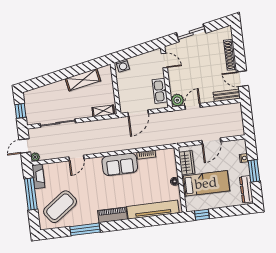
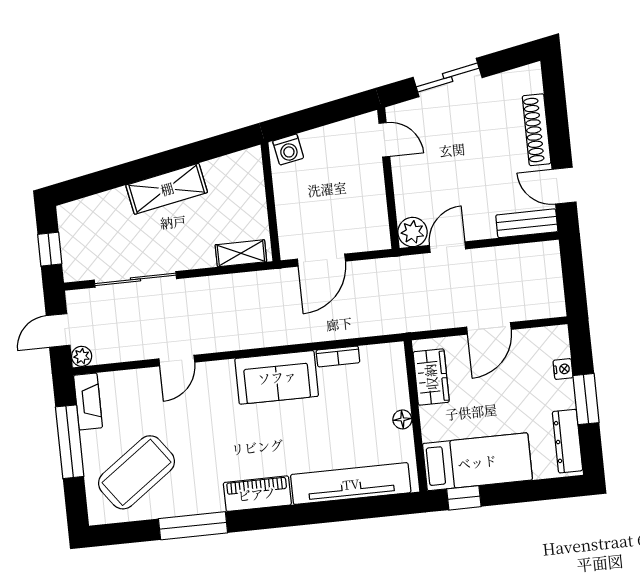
shelving: (83, 80) -> (167, 189), moved
kitchen sink: (160, 91) -> (373, 210), removed
bed: (206, 183) -> (477, 462), moved

